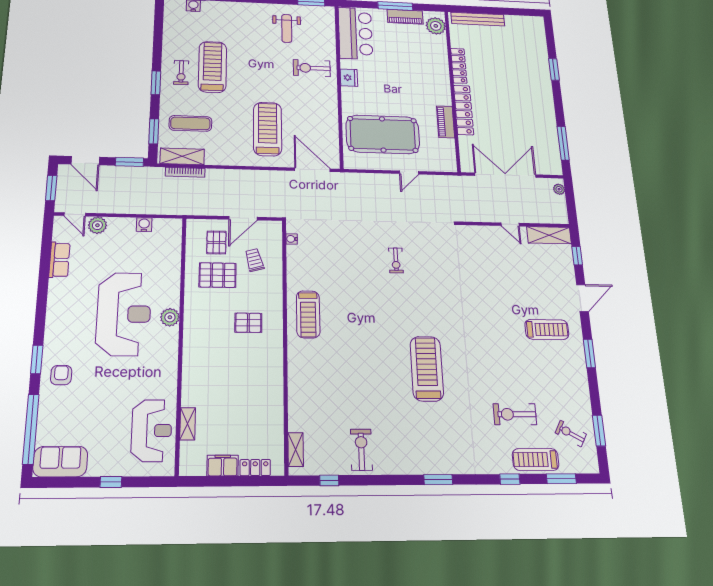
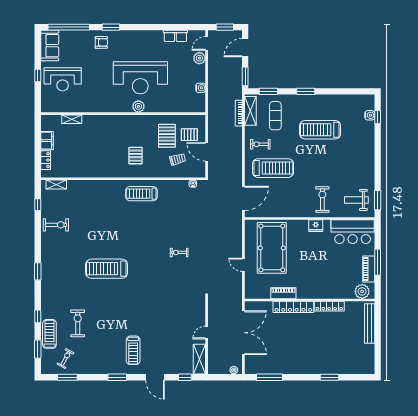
weight bench: (287, 28) -> (356, 200), moved
treadmill: (212, 67) -> (320, 130), turned 180
exercise bike: (181, 73) -> (260, 144), moved
treadmill: (427, 369) -> (107, 269), turned 180
reception desk: (152, 431) -> (63, 79), moved

